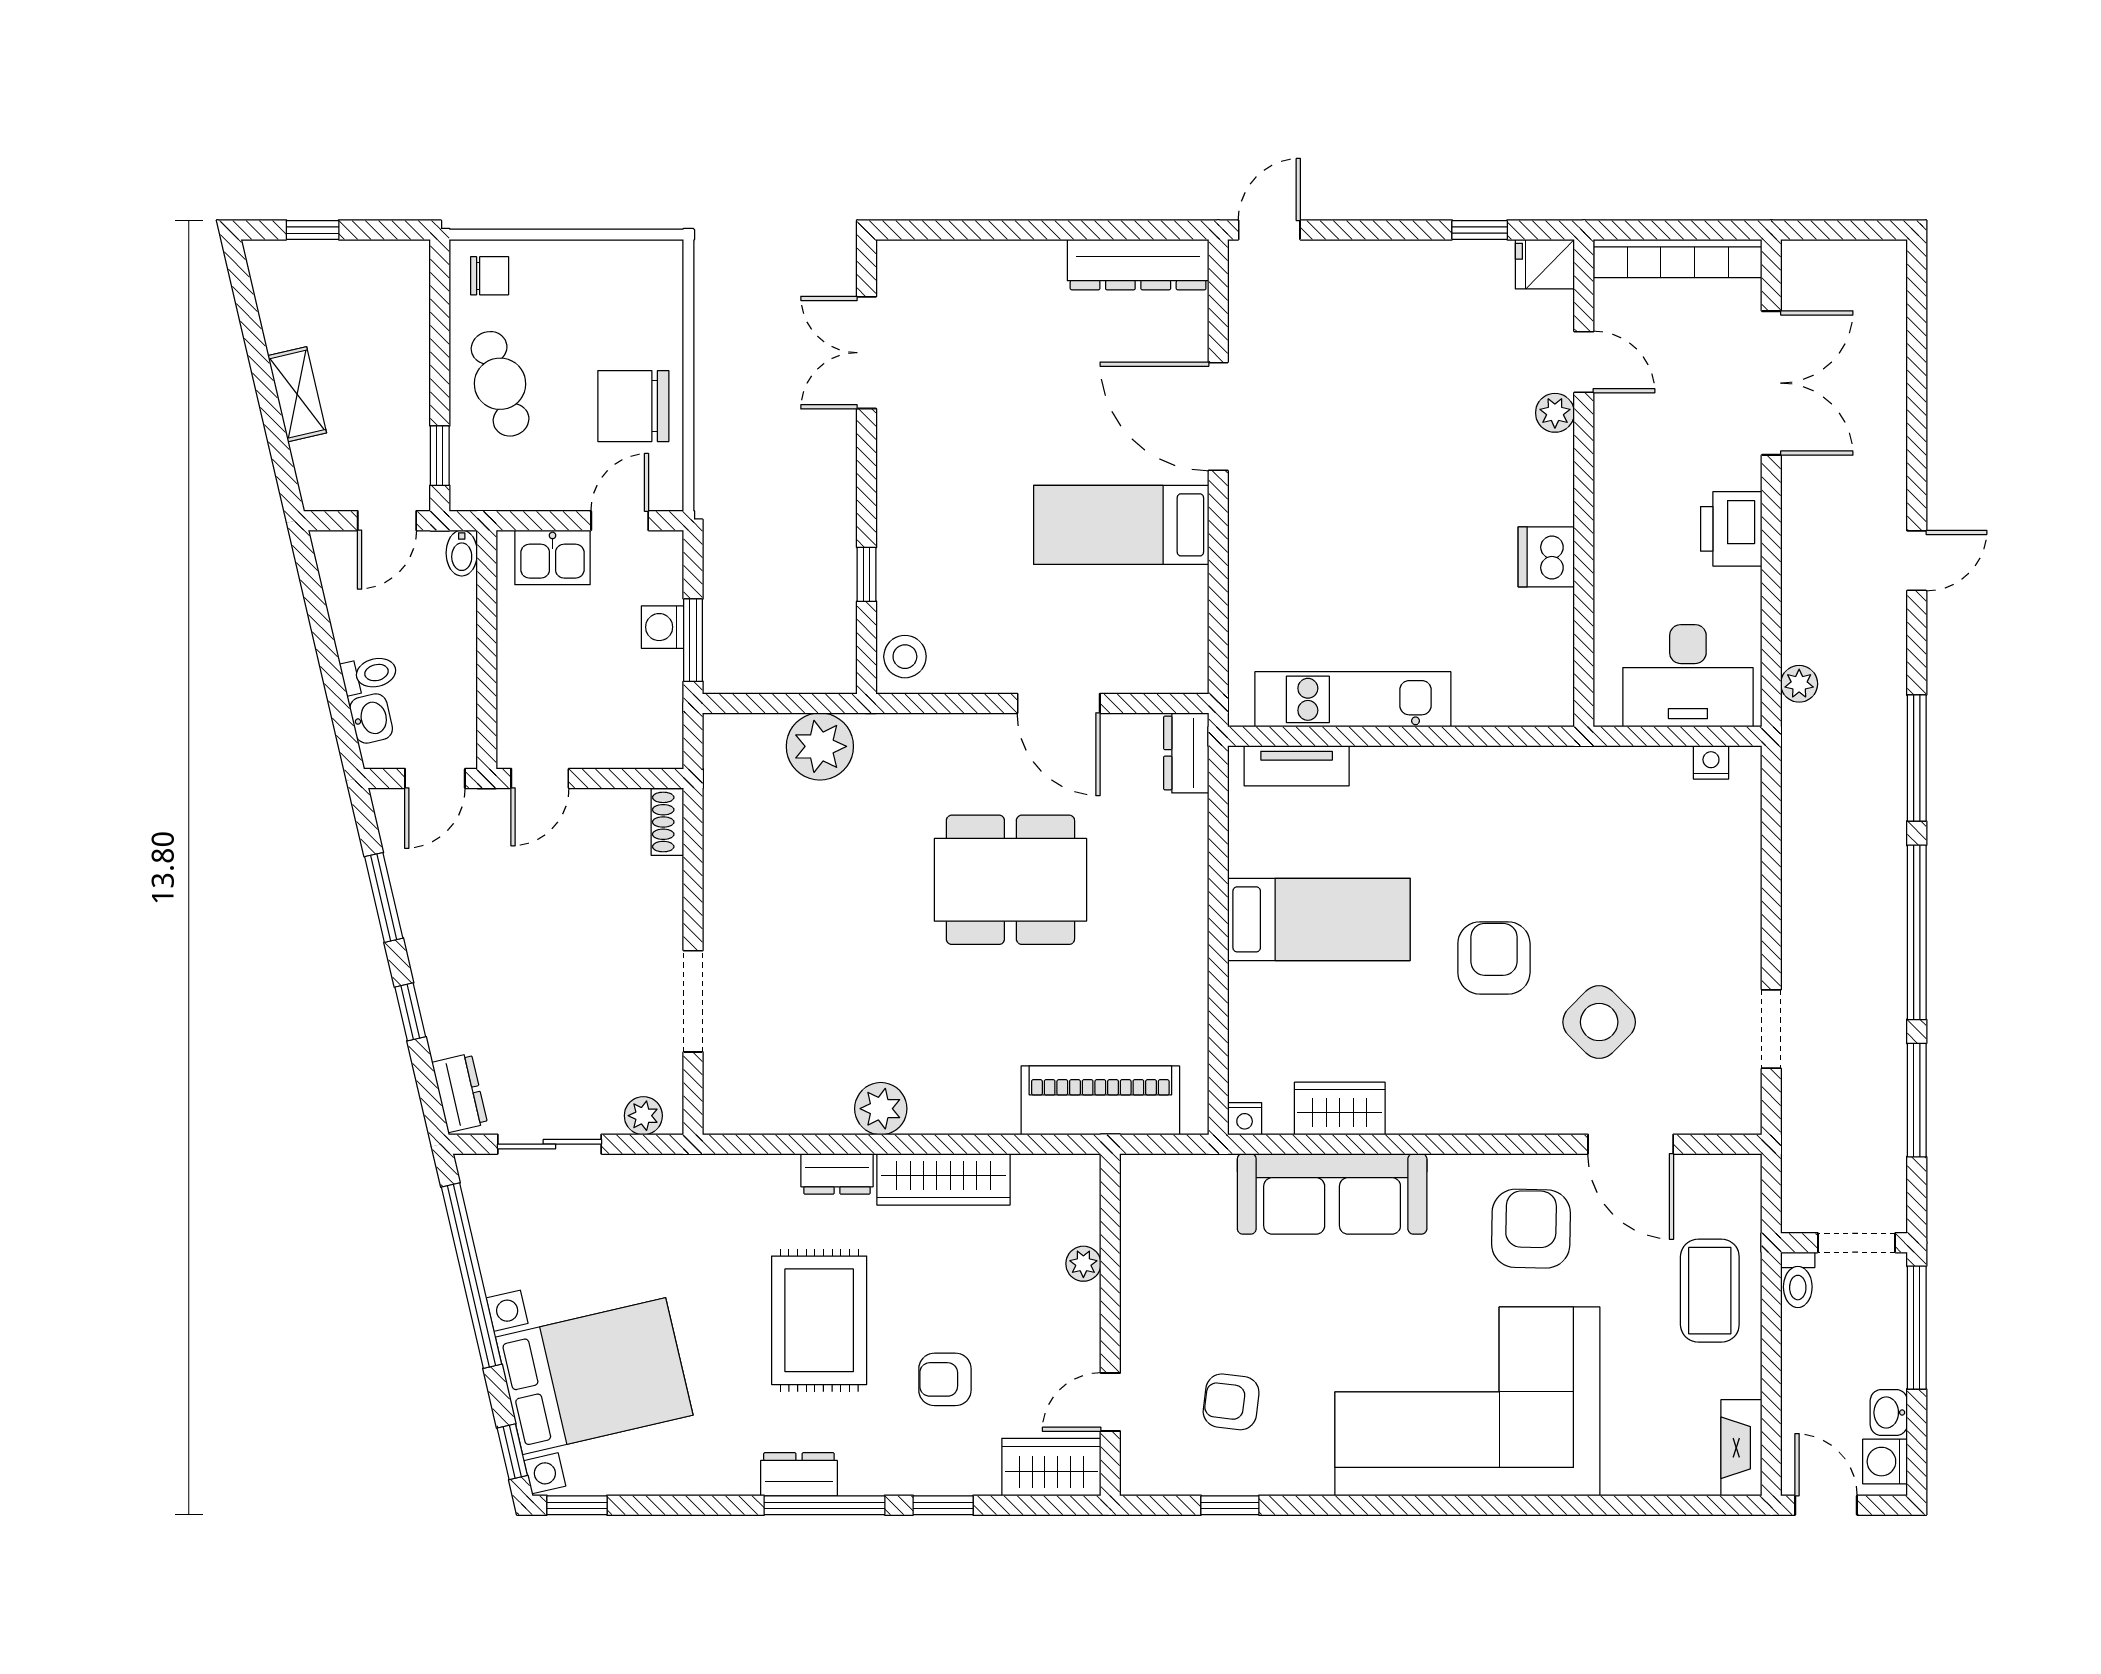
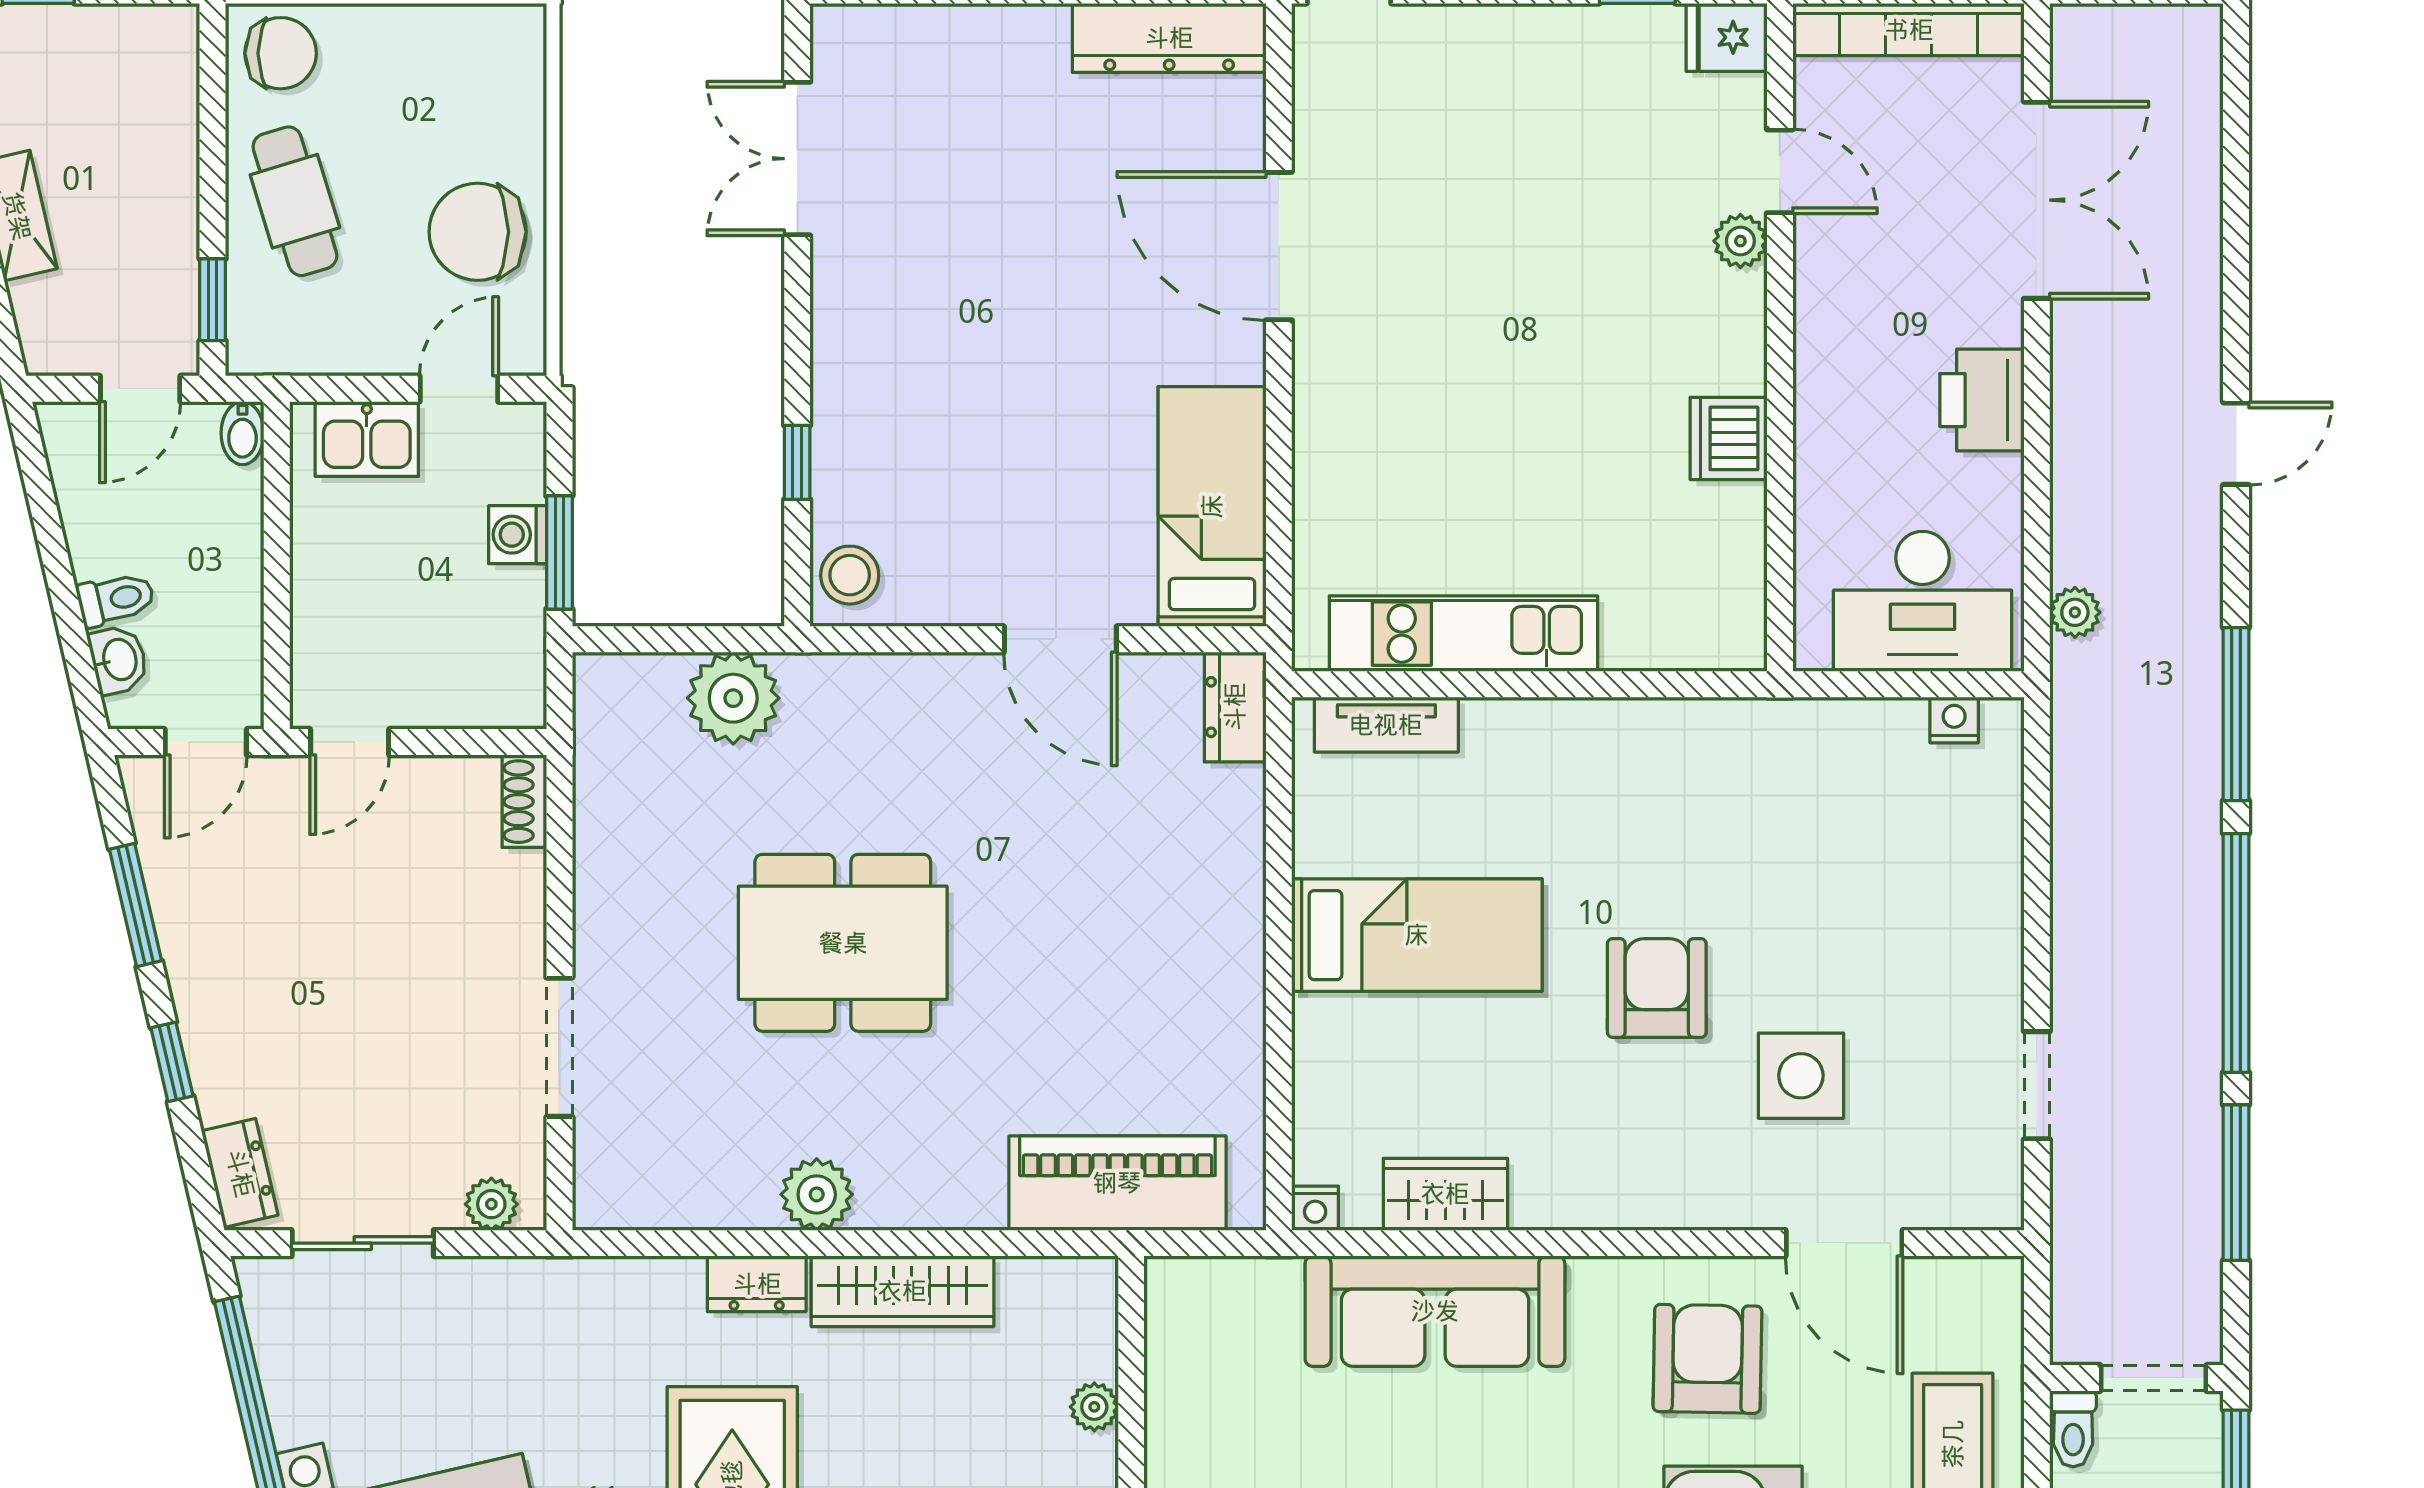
chair: (490, 276) -> (281, 53), width x1.37, depth x1.37
bed: (1121, 525) -> (1212, 506), moved, turned 90
dining table: (1010, 880) -> (843, 943), moved
side table: (1599, 1022) -> (1801, 1076), turned 45

